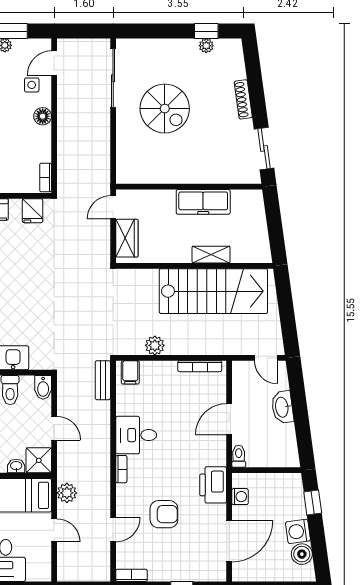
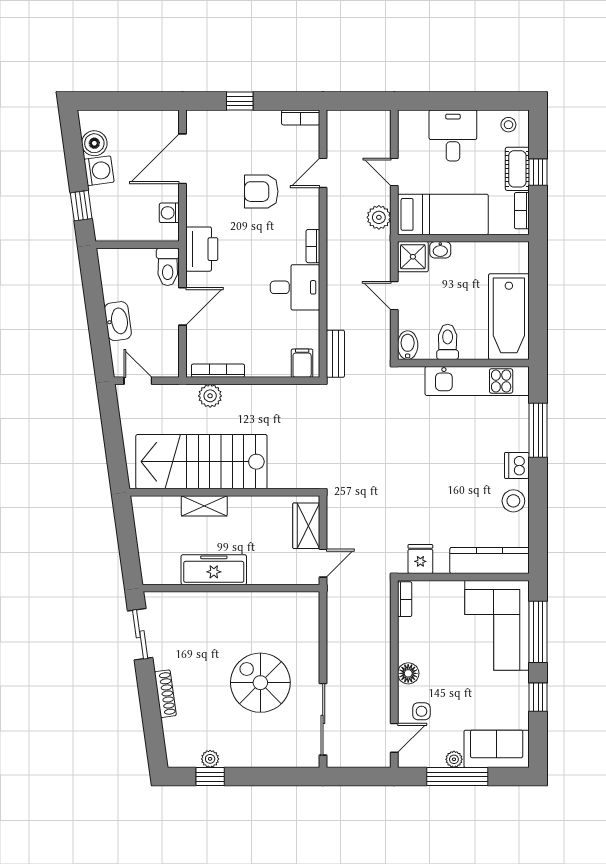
plant: (155, 345) -> (210, 396), moved
toilet: (239, 456) -> (168, 267), width x1.37, depth x1.39
printer: (213, 485) -> (202, 249), moved

